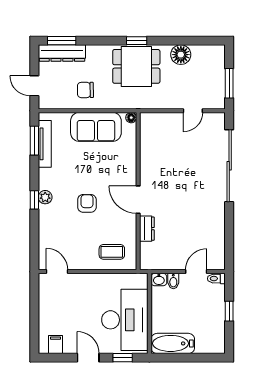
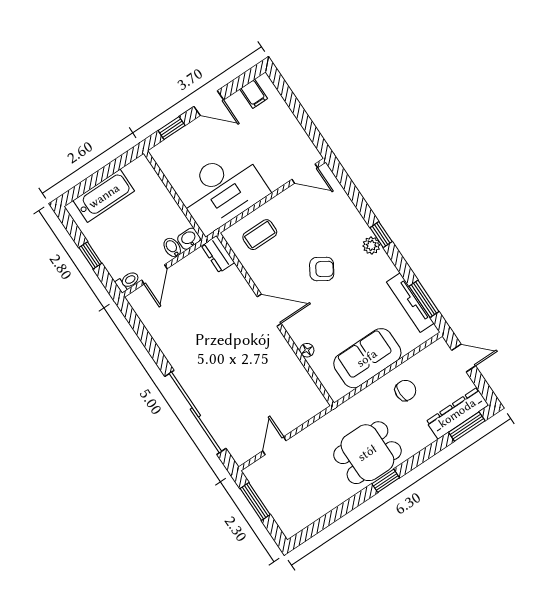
floor lamp: (181, 55) -> (328, 498), removed
floor lamp: (131, 118) -> (307, 350), moved
armchair: (87, 203) -> (322, 269), turned -58
dresser: (147, 229) -> (218, 254), moved
desk: (125, 320) -> (222, 190), moved, turned -90
bathtub: (173, 343) -> (104, 196), moved

